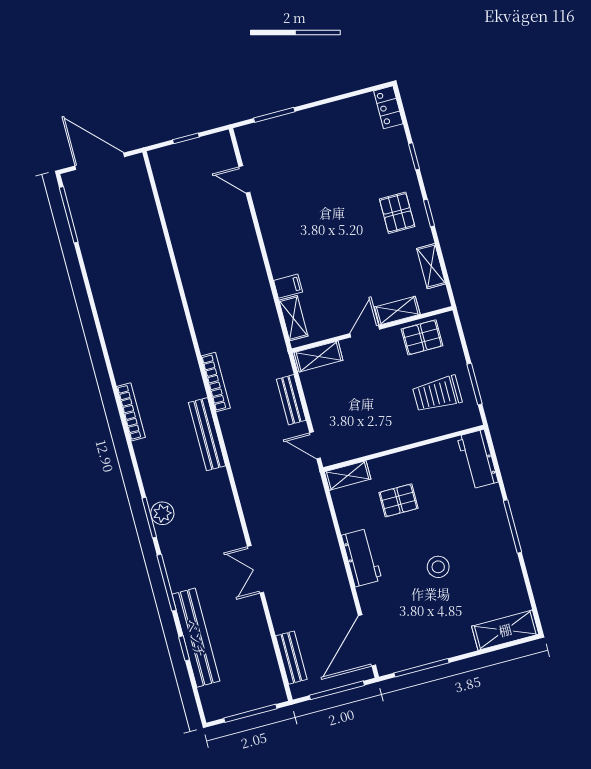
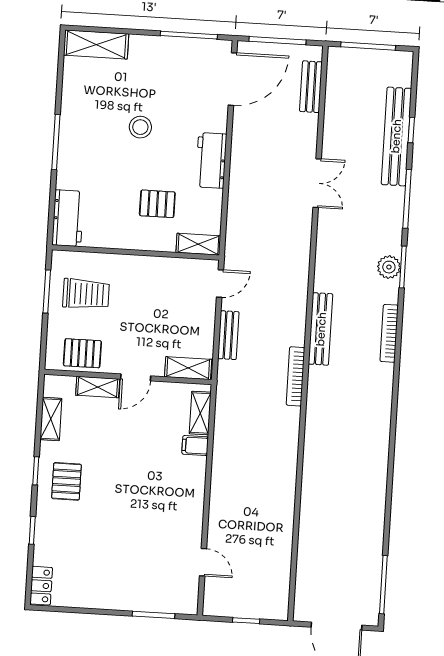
bookcase: (131, 412) -> (389, 333), moved
door: (315, 445) -> (220, 284), hinge flipped

